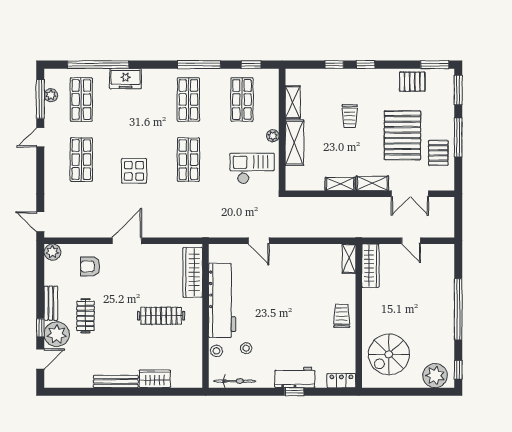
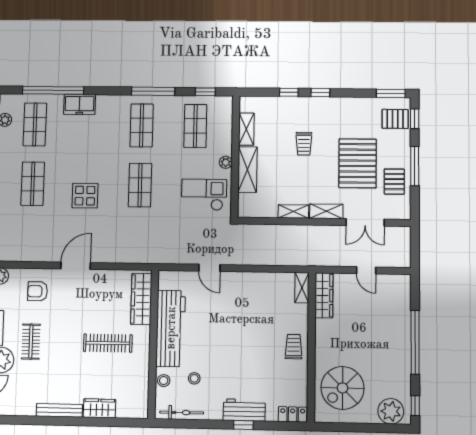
pallet: (412, 82) -> (395, 119), moved
window: (458, 90) -> (415, 119), width x0.67

